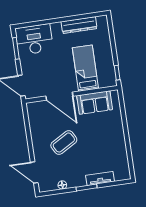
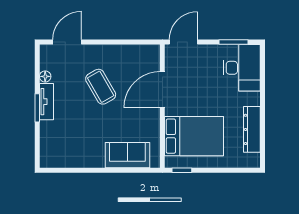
bed: (85, 68) -> (194, 136), width x1.50
sofa: (95, 103) -> (127, 155), moved, turned 90
tv unit: (100, 178) -> (46, 102), moved

